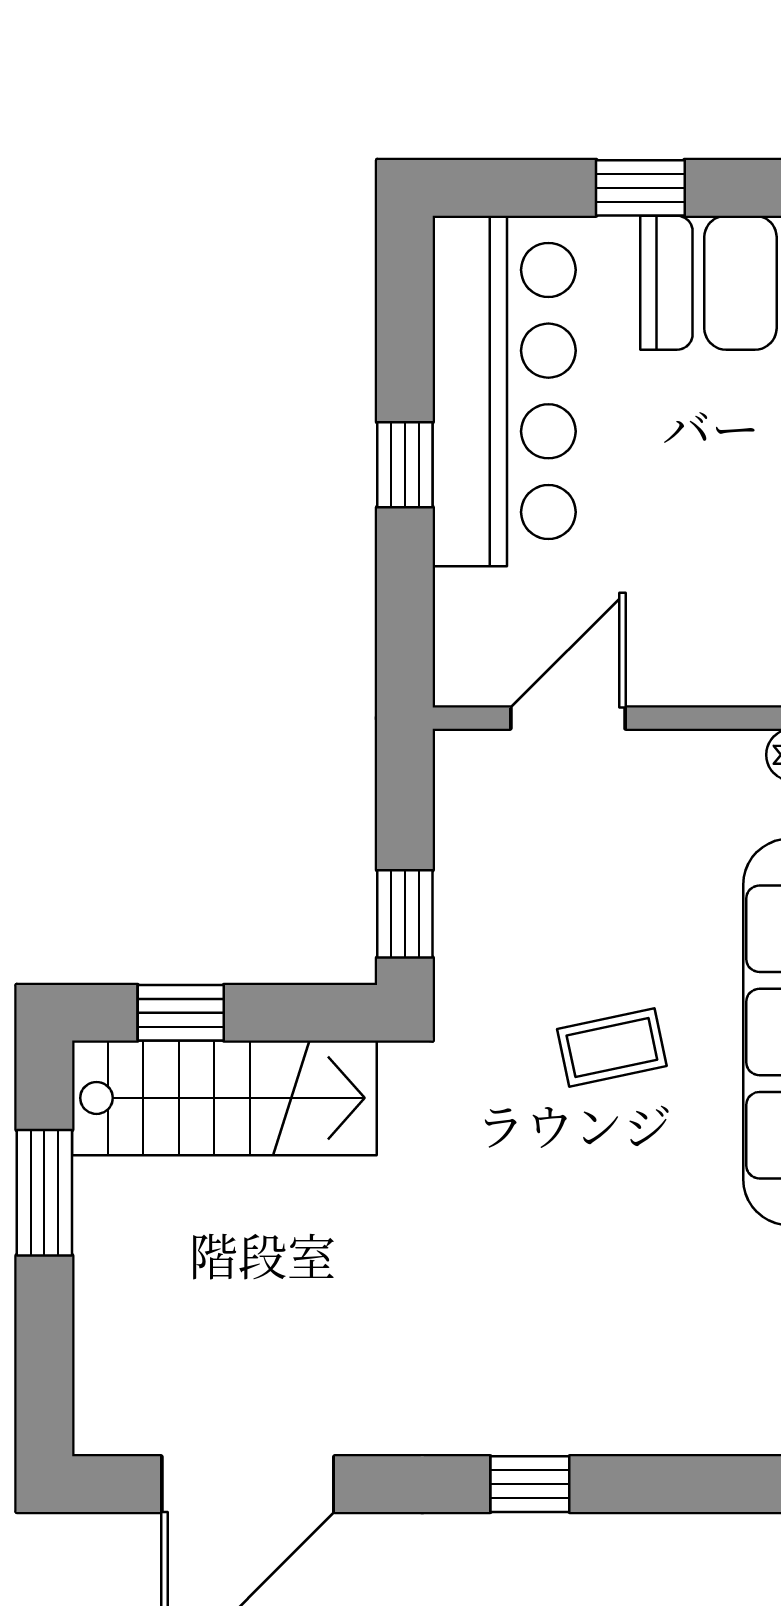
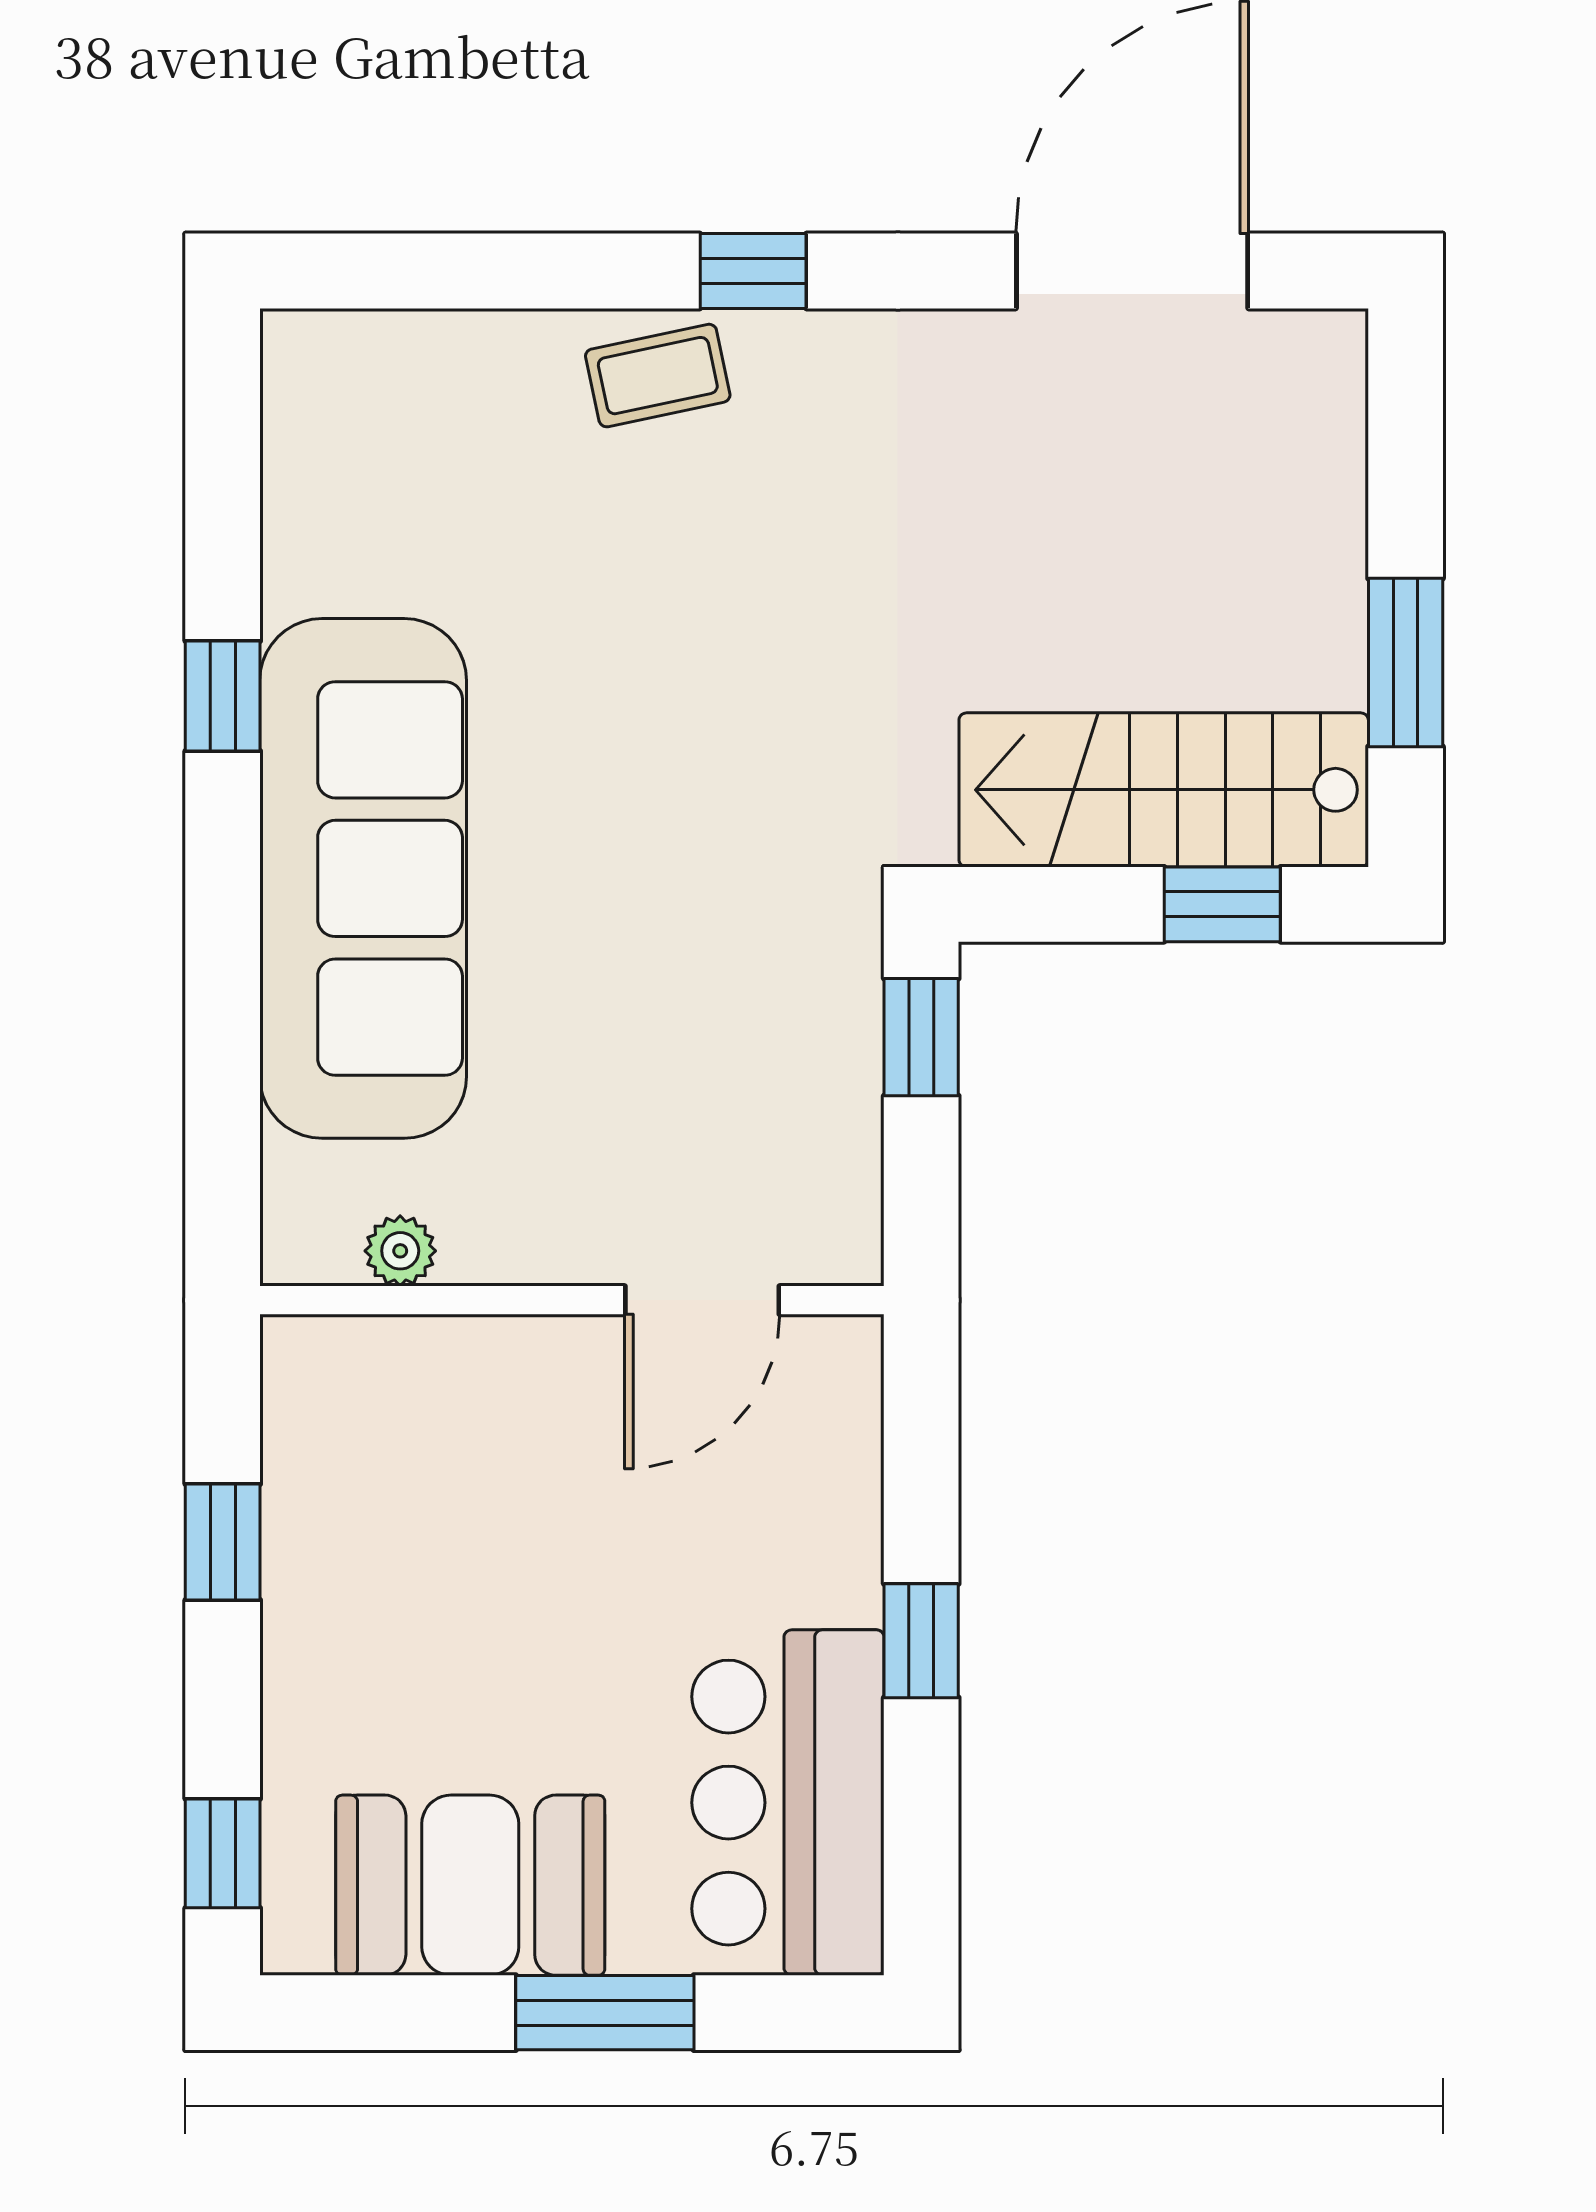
window: (640, 188) -> (605, 2013), width x1.50
bar counter: (504, 391) -> (788, 1803), width x0.73
coffee table: (612, 1048) -> (658, 376), moved

